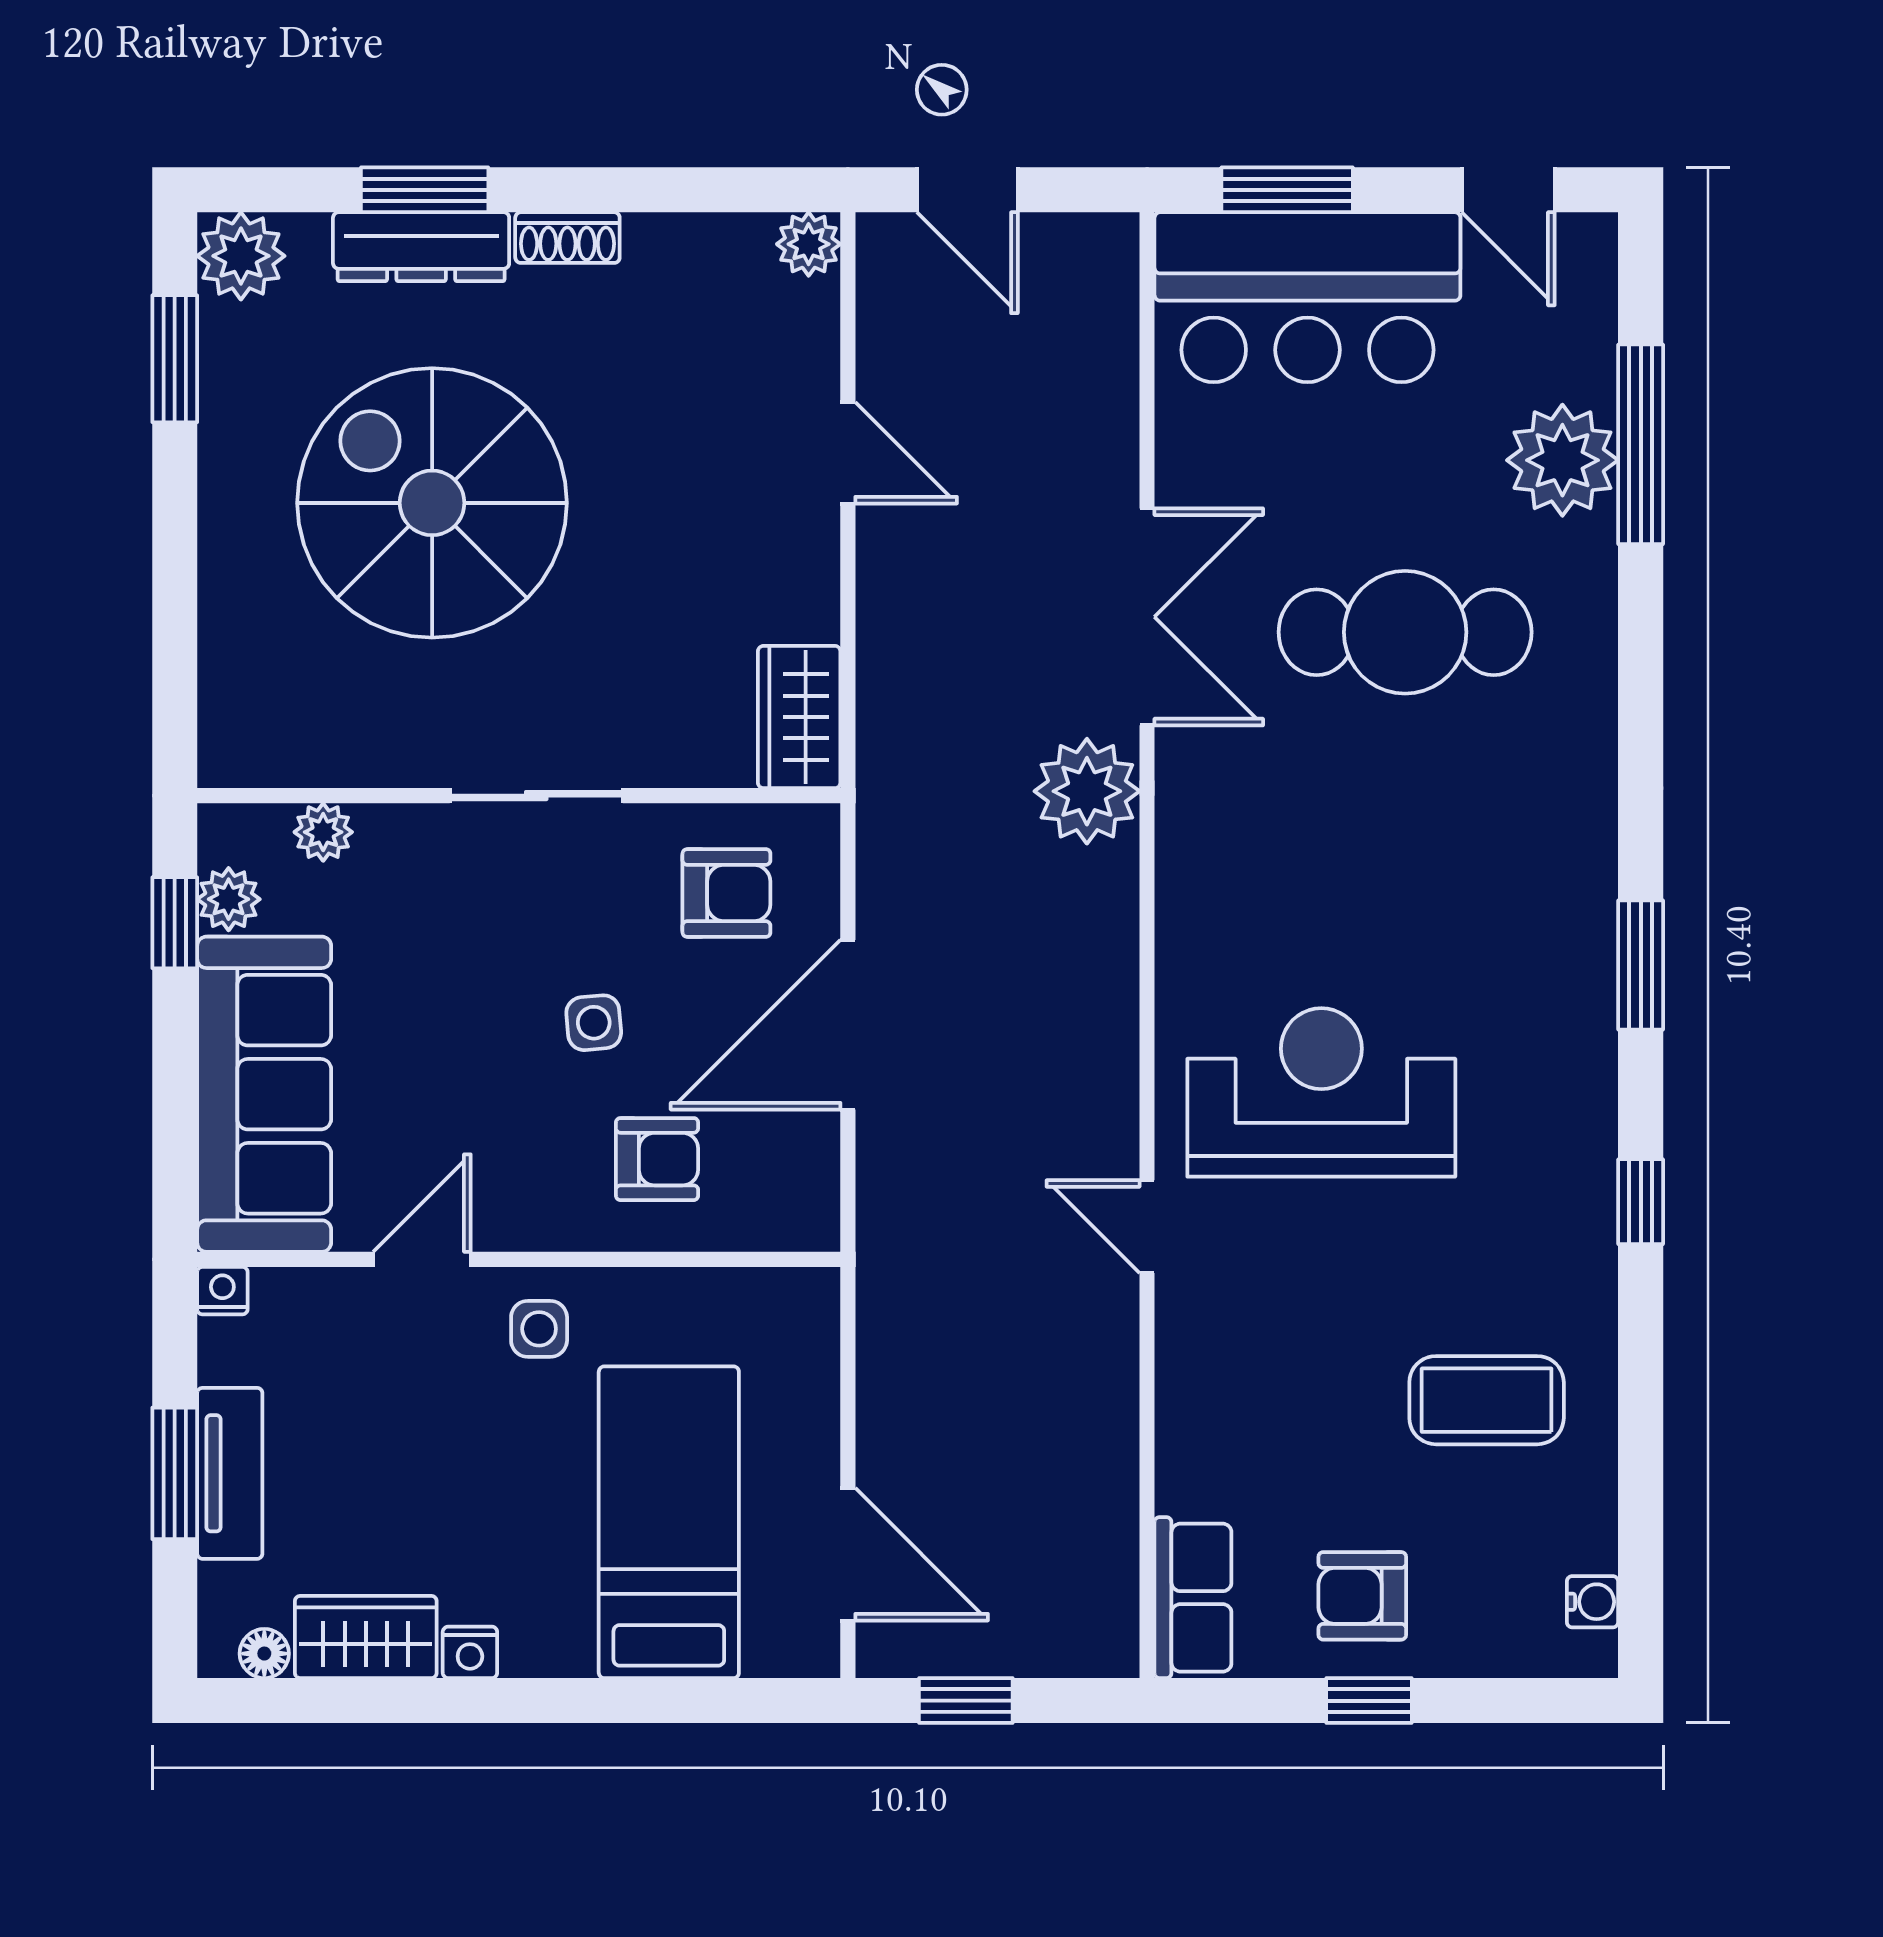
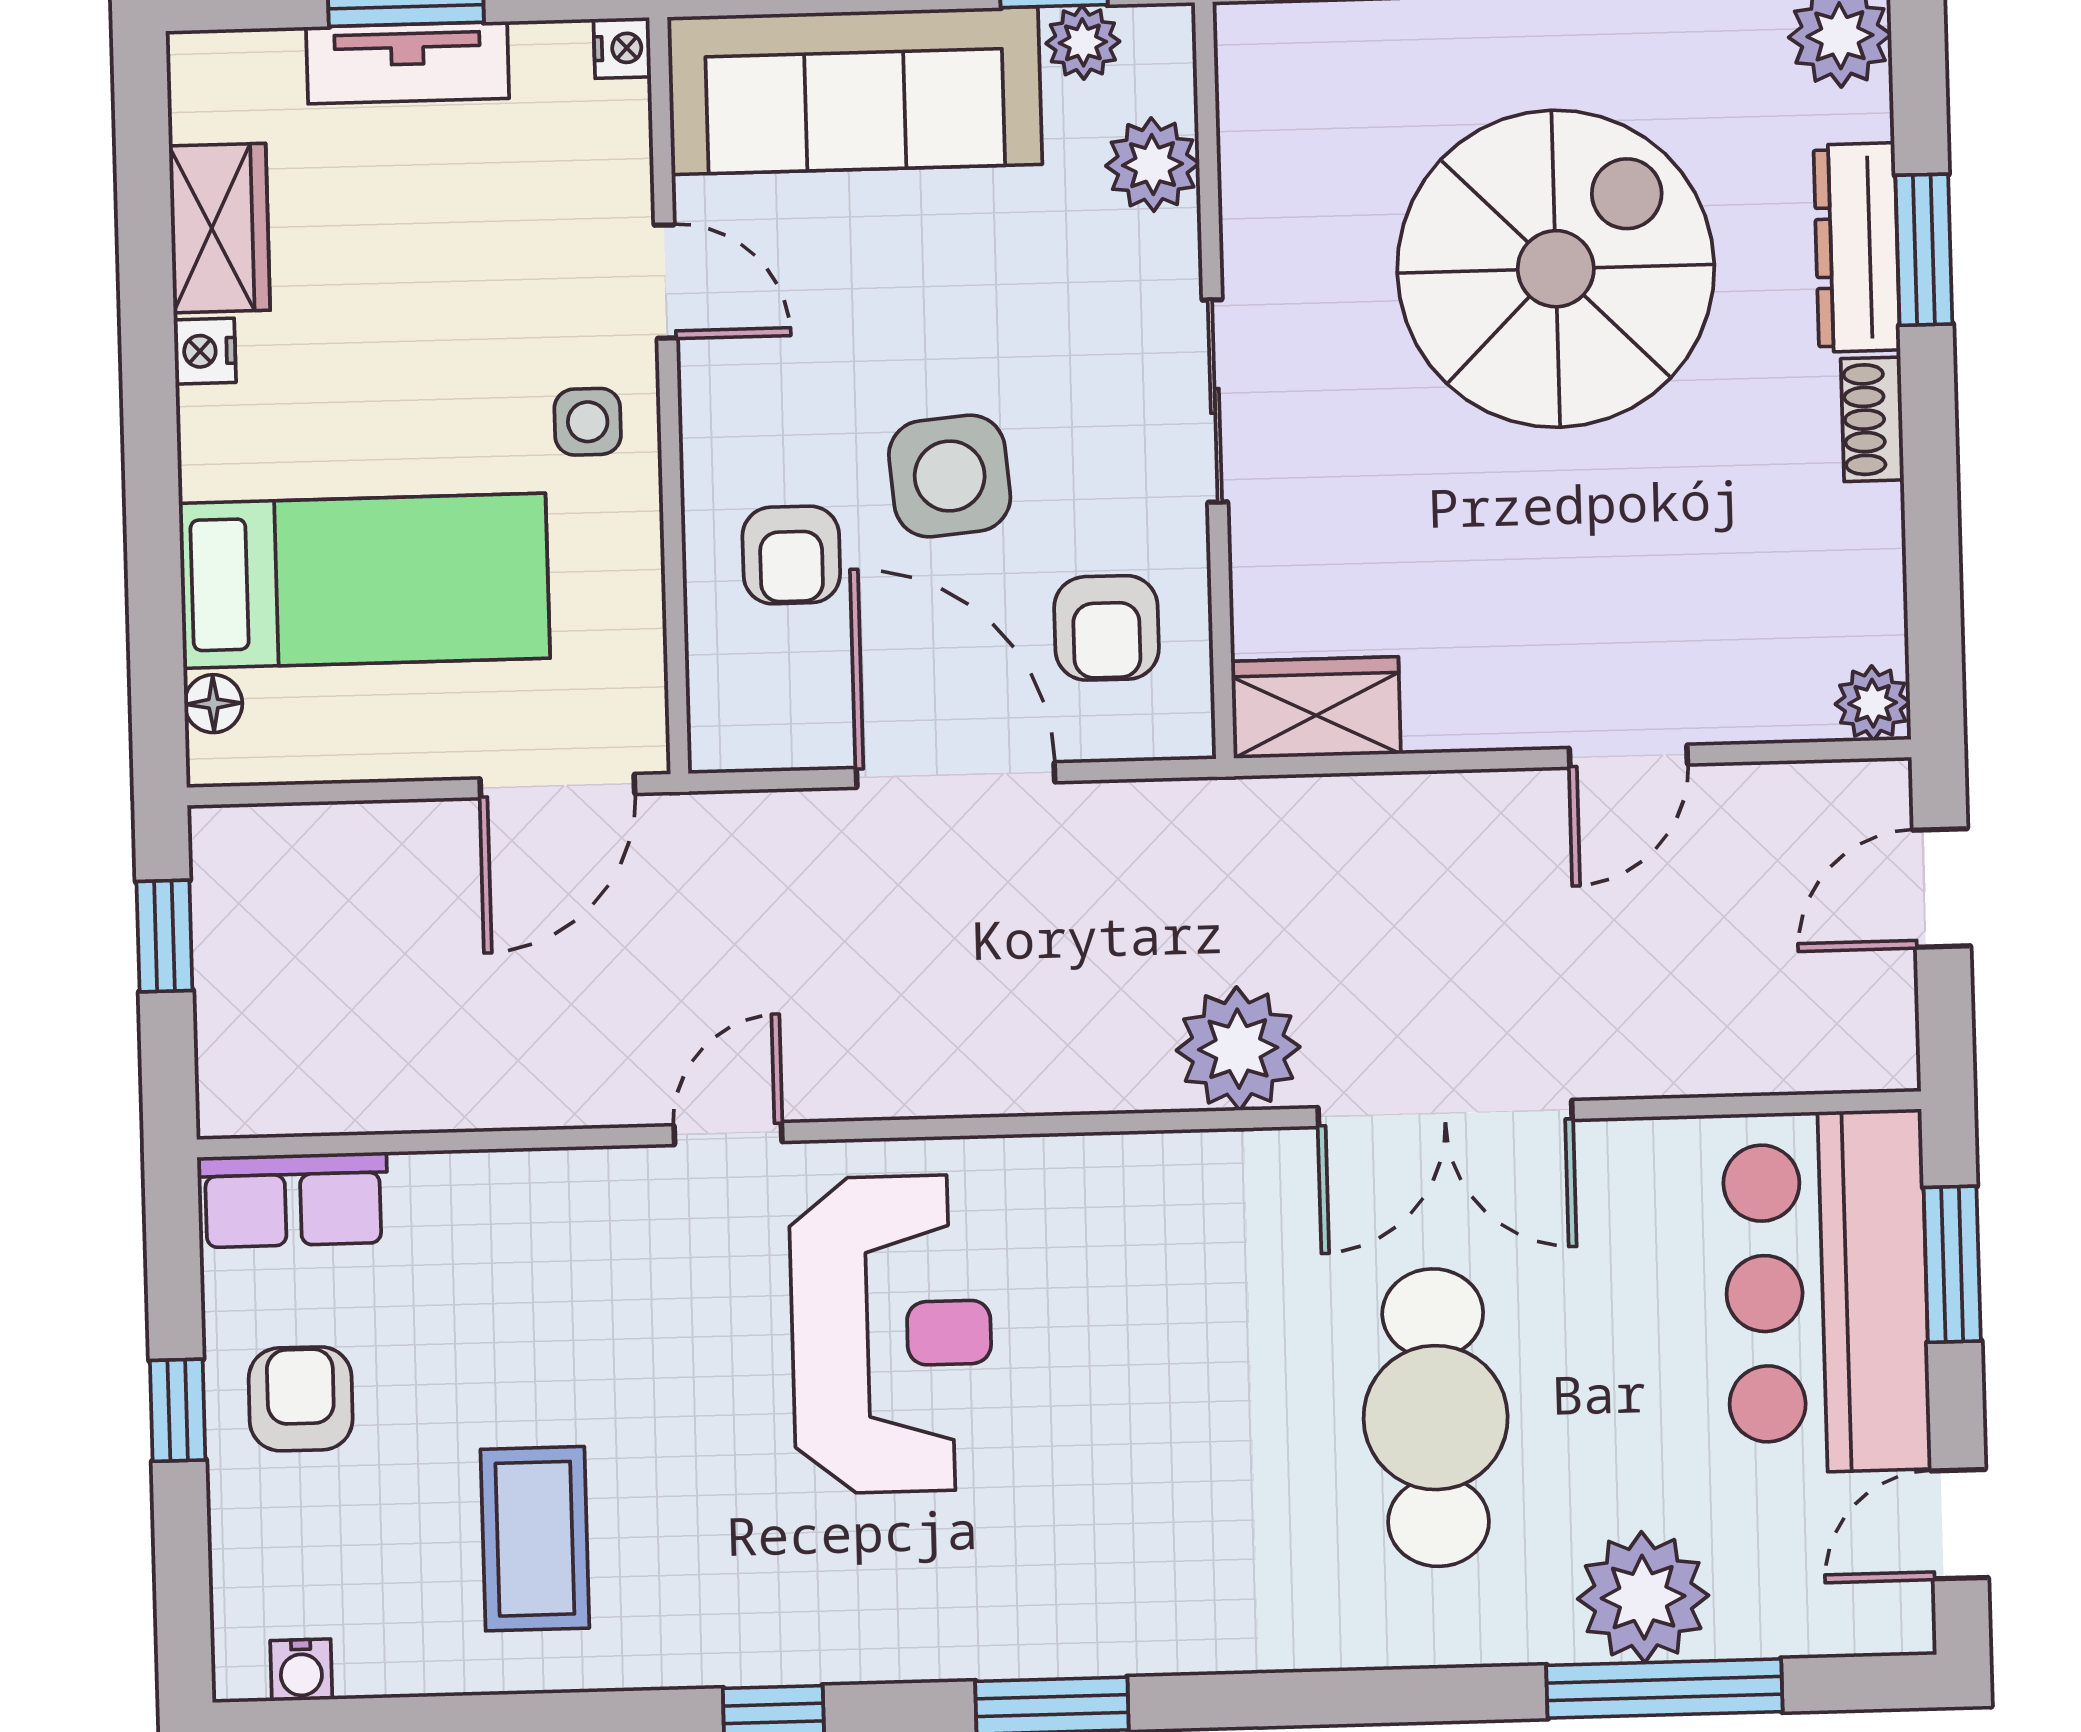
plant: (323, 832) -> (1153, 165), width x1.38, depth x1.38
side table: (594, 1023) -> (950, 476), width x1.87, depth x1.87
door: (848, 1554) -> (557, 786), moved
floor lamp: (264, 1654) -> (213, 704), moved

